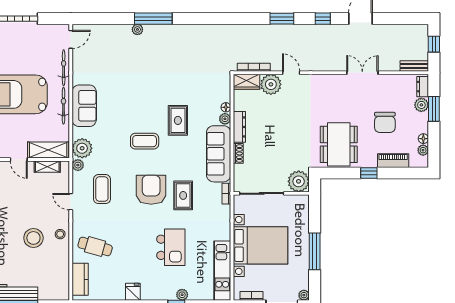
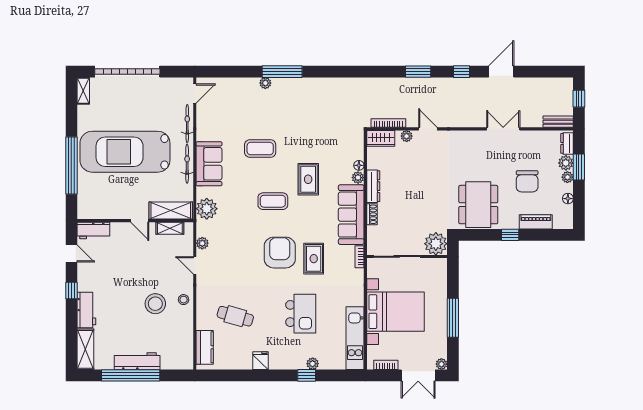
plant: (271, 84) -> (407, 136), width x0.53, depth x0.53
plant: (423, 150) -> (567, 177), moved
plant: (78, 165) -> (202, 243), moved
coffee table: (102, 189) -> (260, 149), moved, turned 90
cafe table: (95, 246) -> (235, 316), moved

